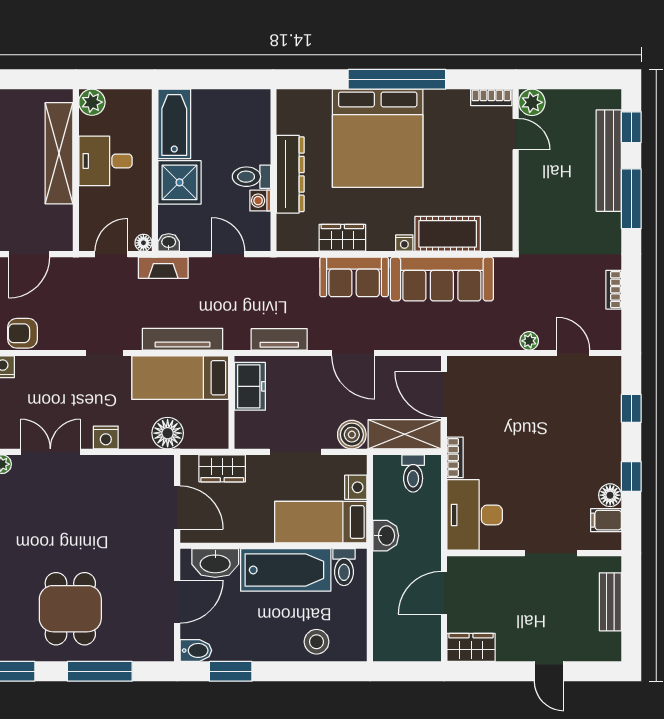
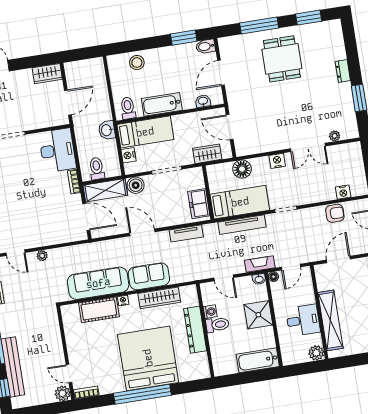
bathtub: (174, 124) -> (258, 360), moved, turned 90
wardrobe: (342, 238) -> (159, 298), width x1.50
washbasin: (215, 563) -> (203, 101), width x0.52, depth x0.69
bathtub: (286, 570) -> (162, 104), width x0.73, depth x0.73

